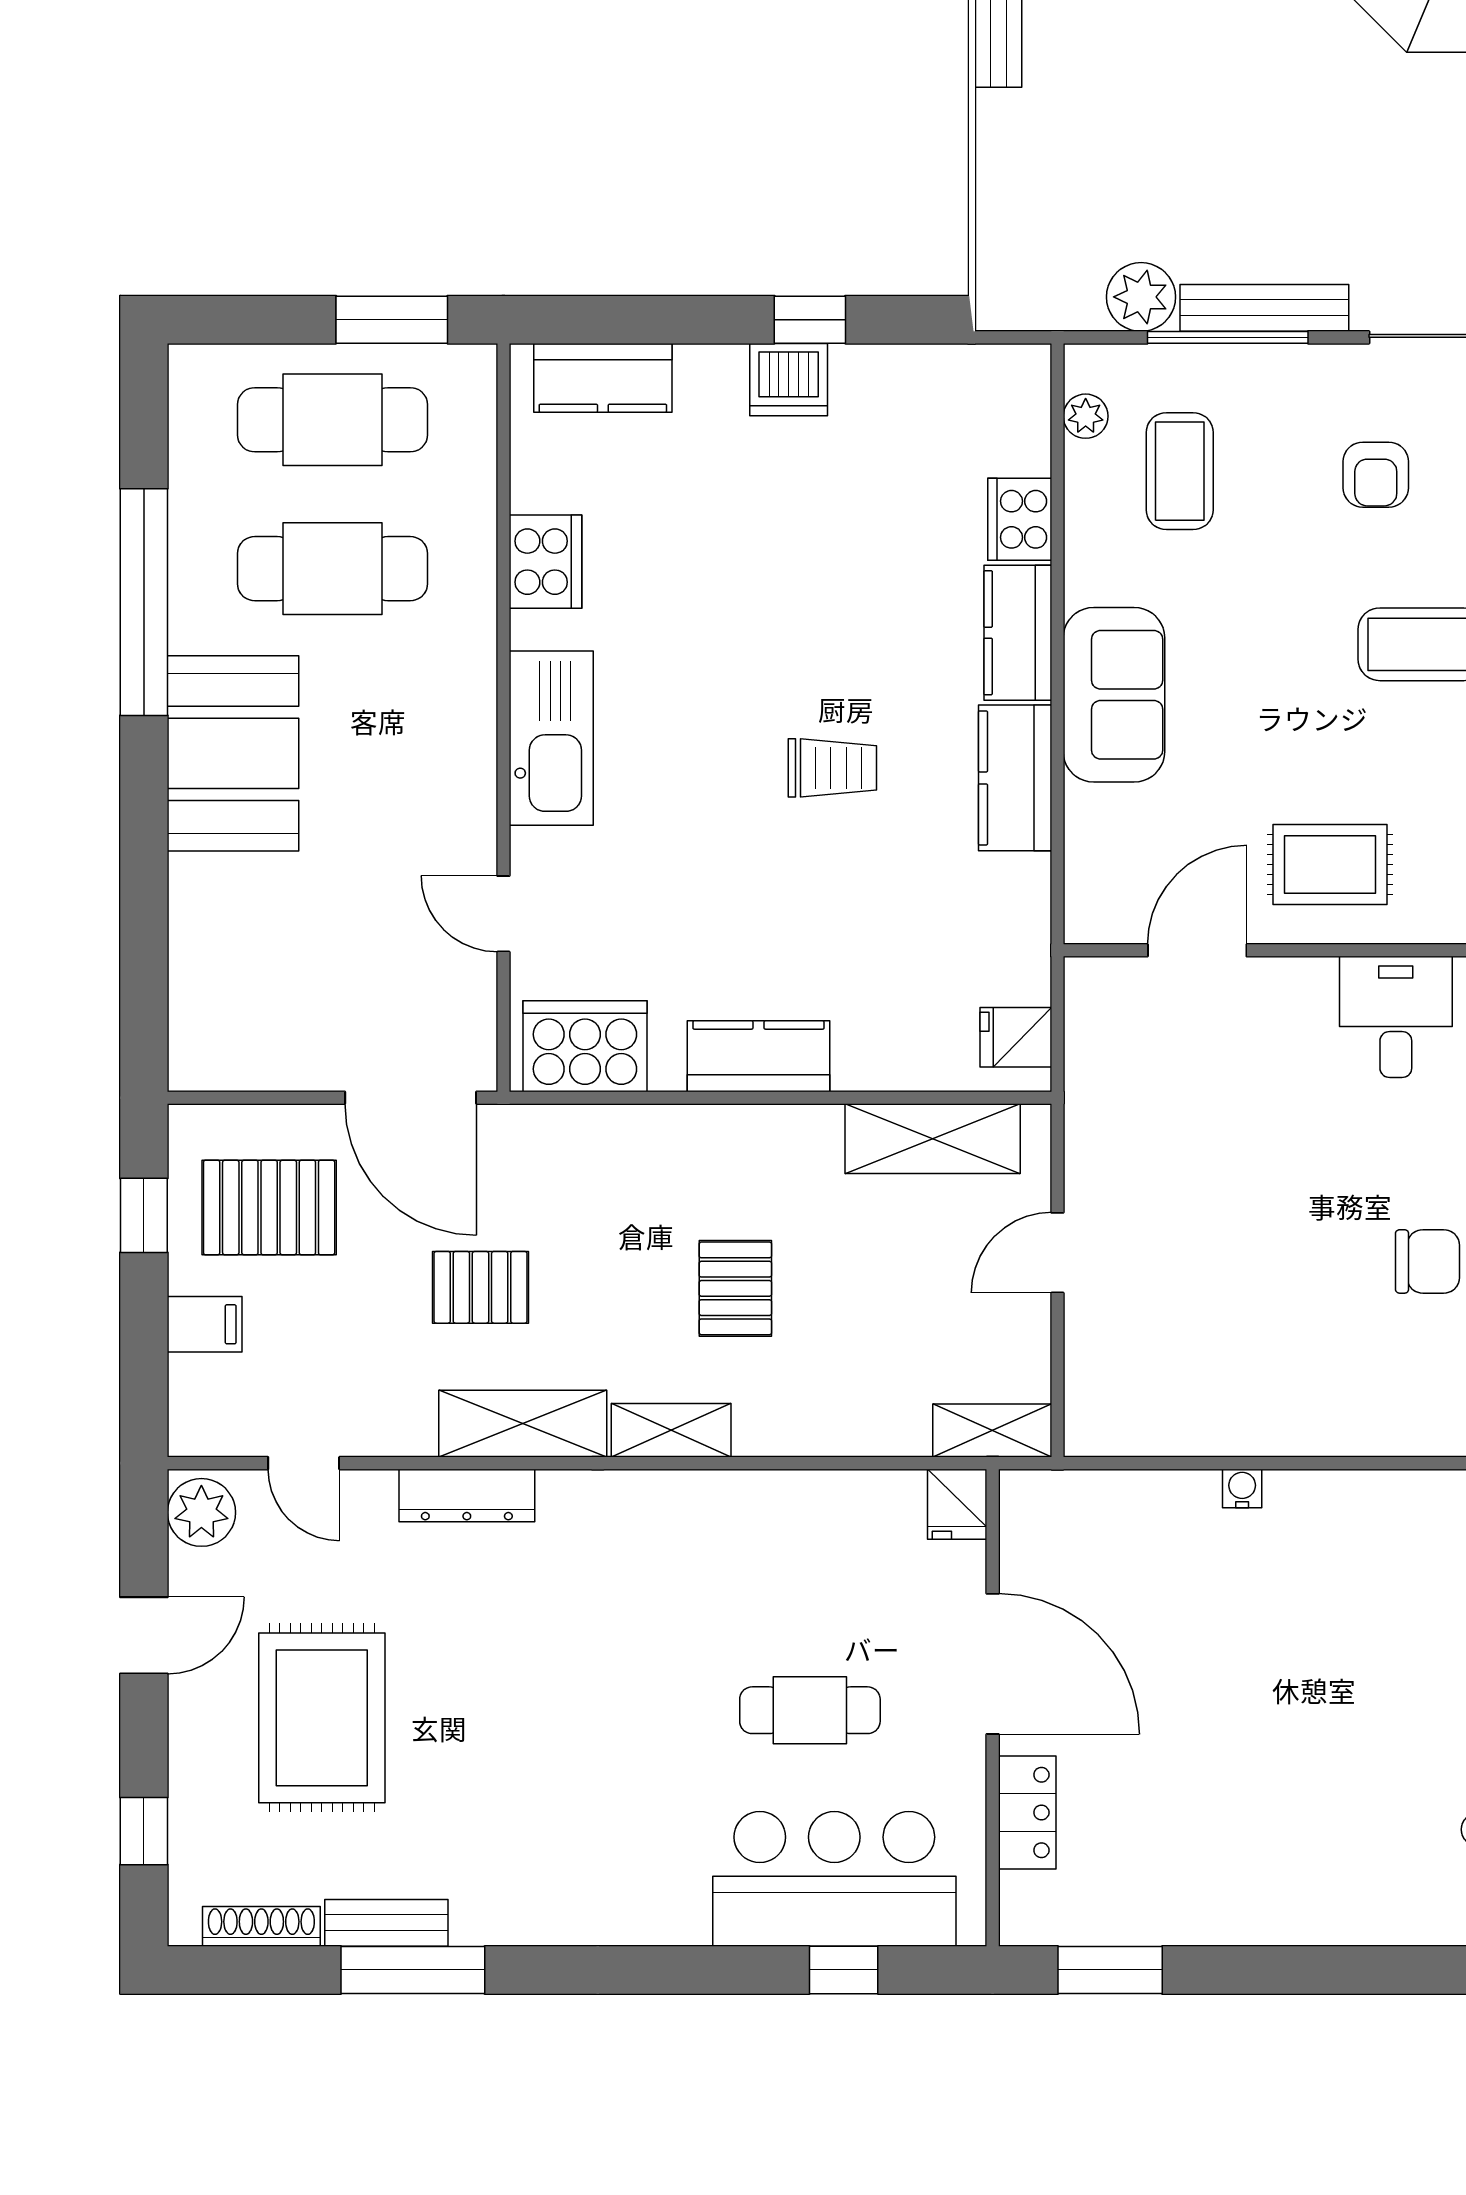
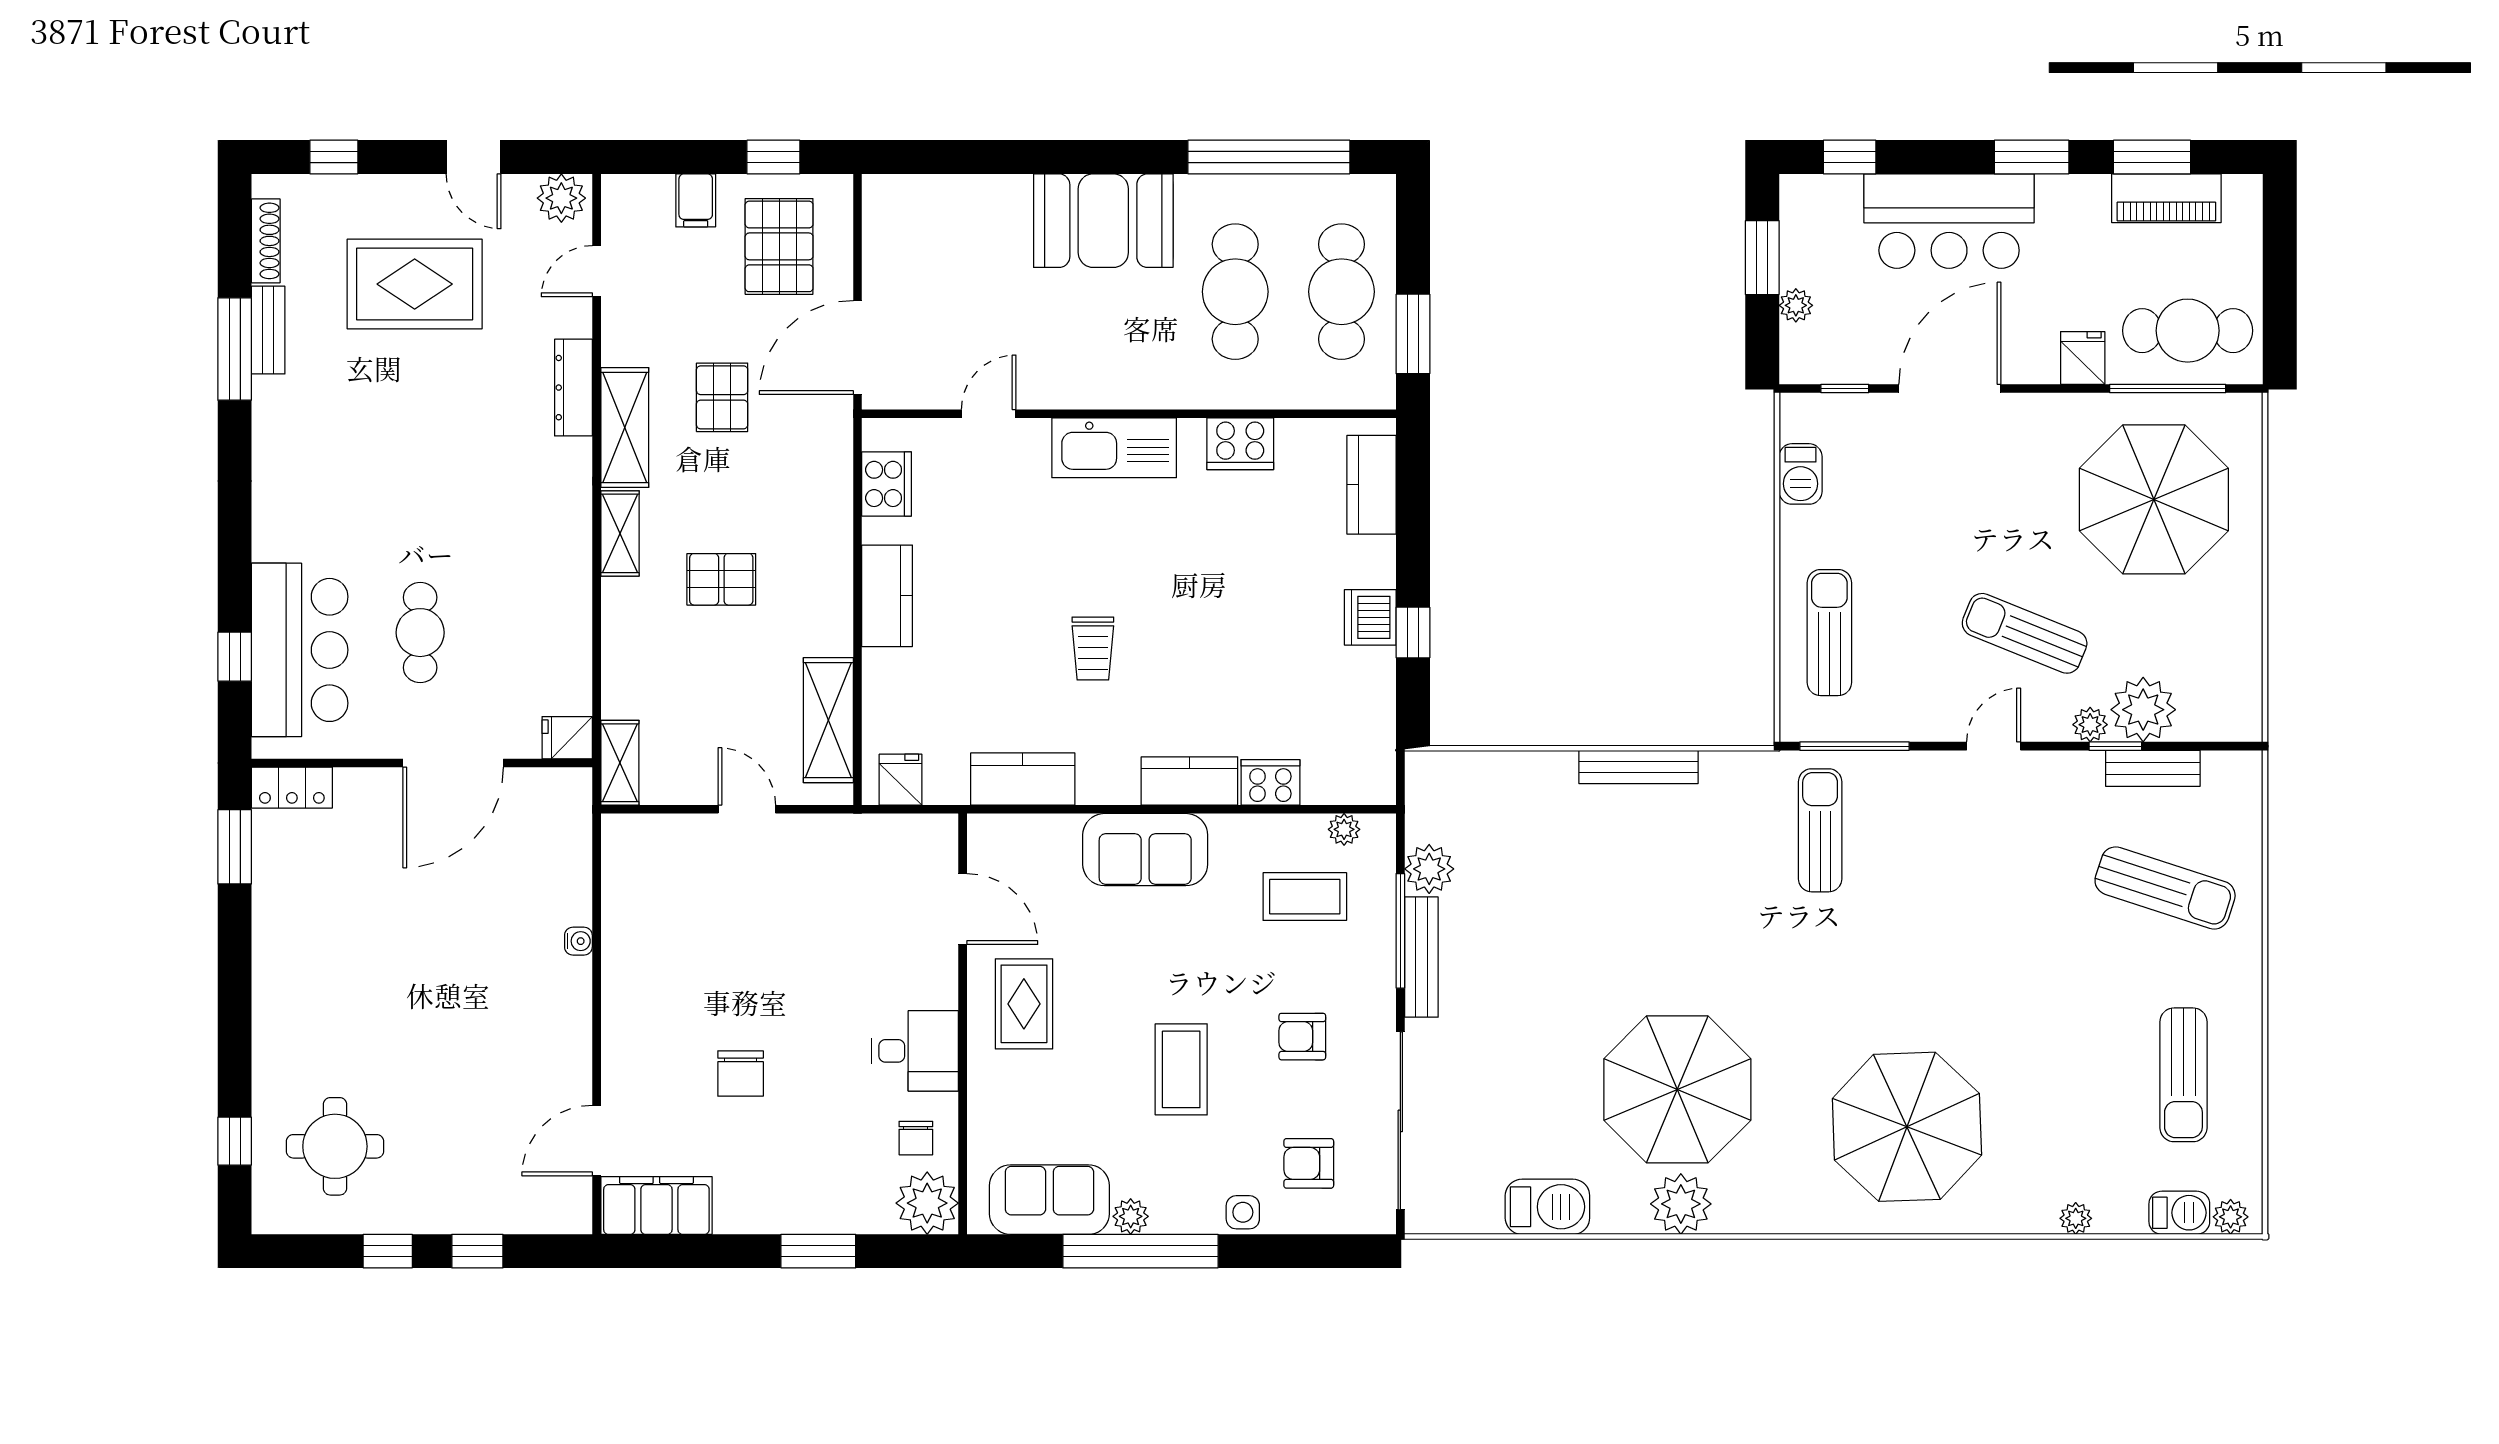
window: (144, 602) -> (1269, 157), moved
kitchen counter: (1015, 778) -> (1023, 779), moved
cooker: (585, 1046) -> (887, 484), width x0.73, depth x0.76
locker: (1027, 1812) -> (292, 788), moved

